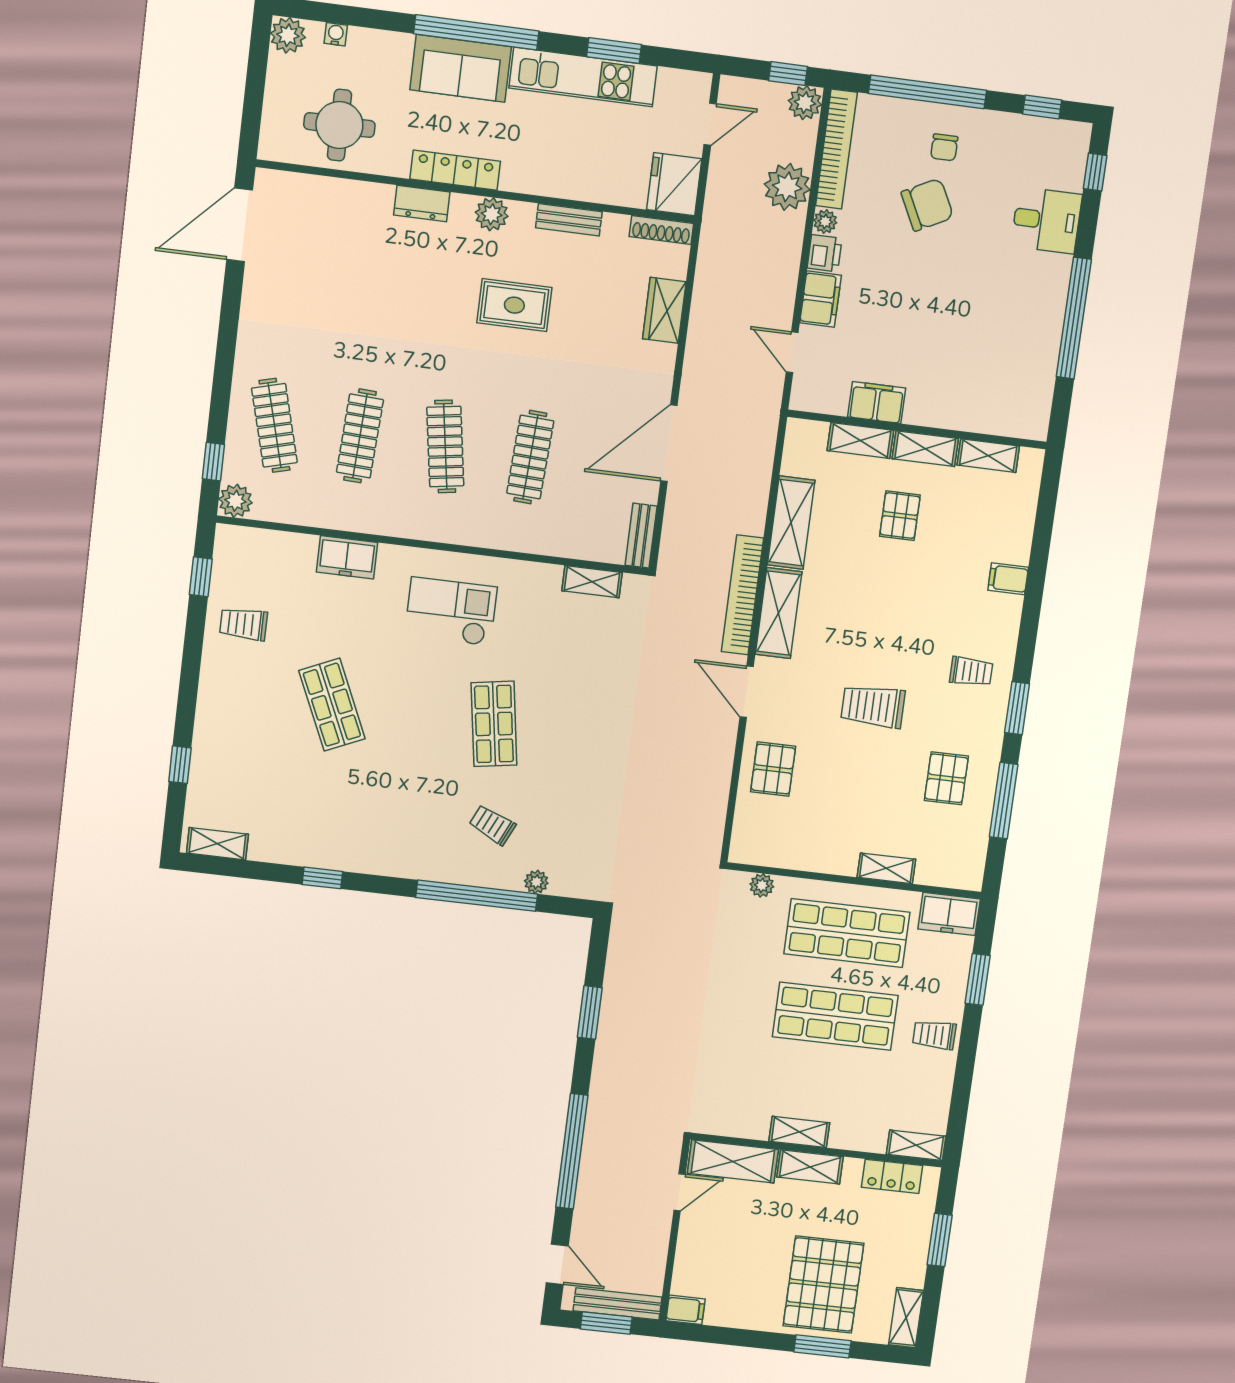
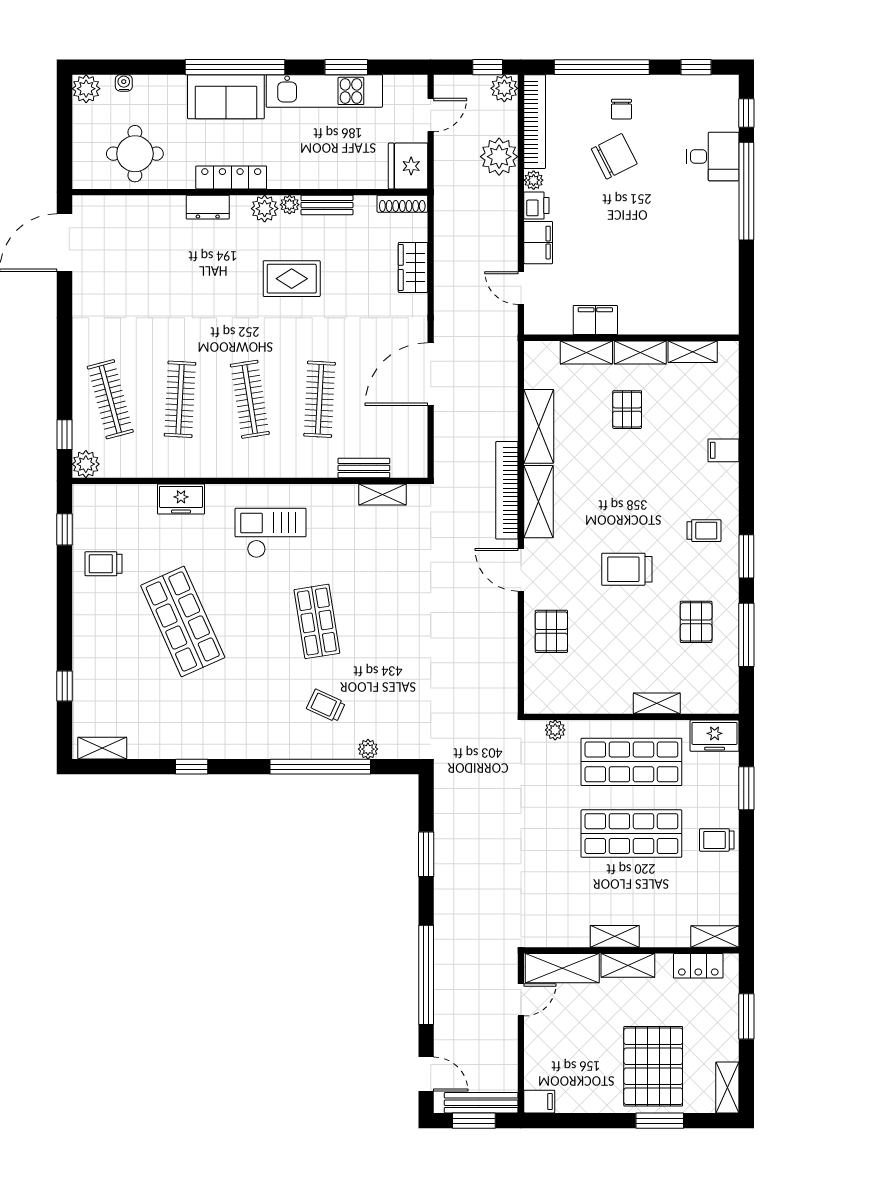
plant: (523, 213) -> (290, 205), added
window: (1074, 318) -> (746, 191), moved
bench: (641, 536) -> (364, 468), moved, turned 90
shop shelf: (332, 705) -> (183, 621), width x1.43, depth x1.36

